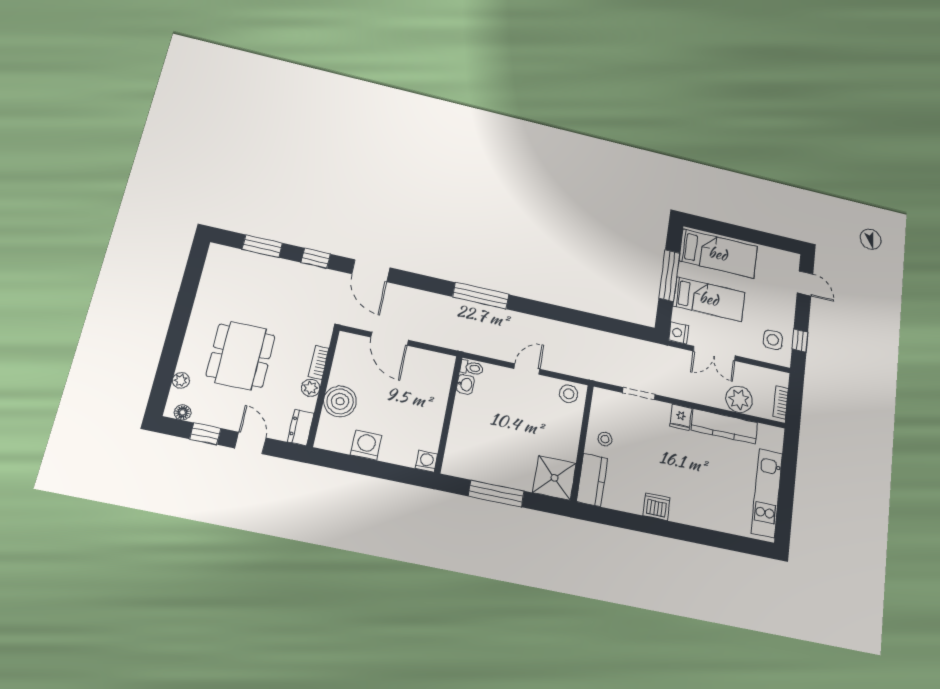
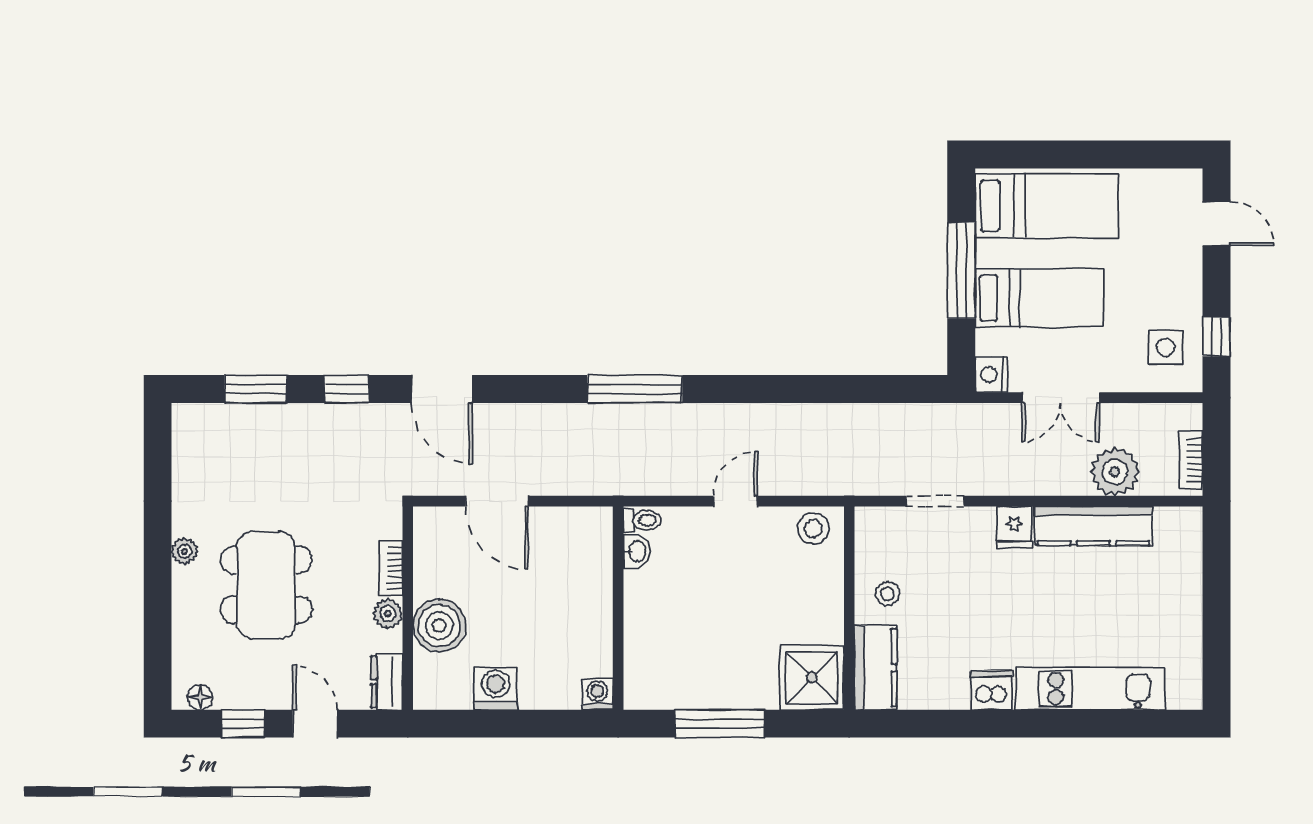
plant: (181, 380) -> (185, 551), moved
kitchen unit: (767, 493) -> (1090, 689), moved, turned 90

